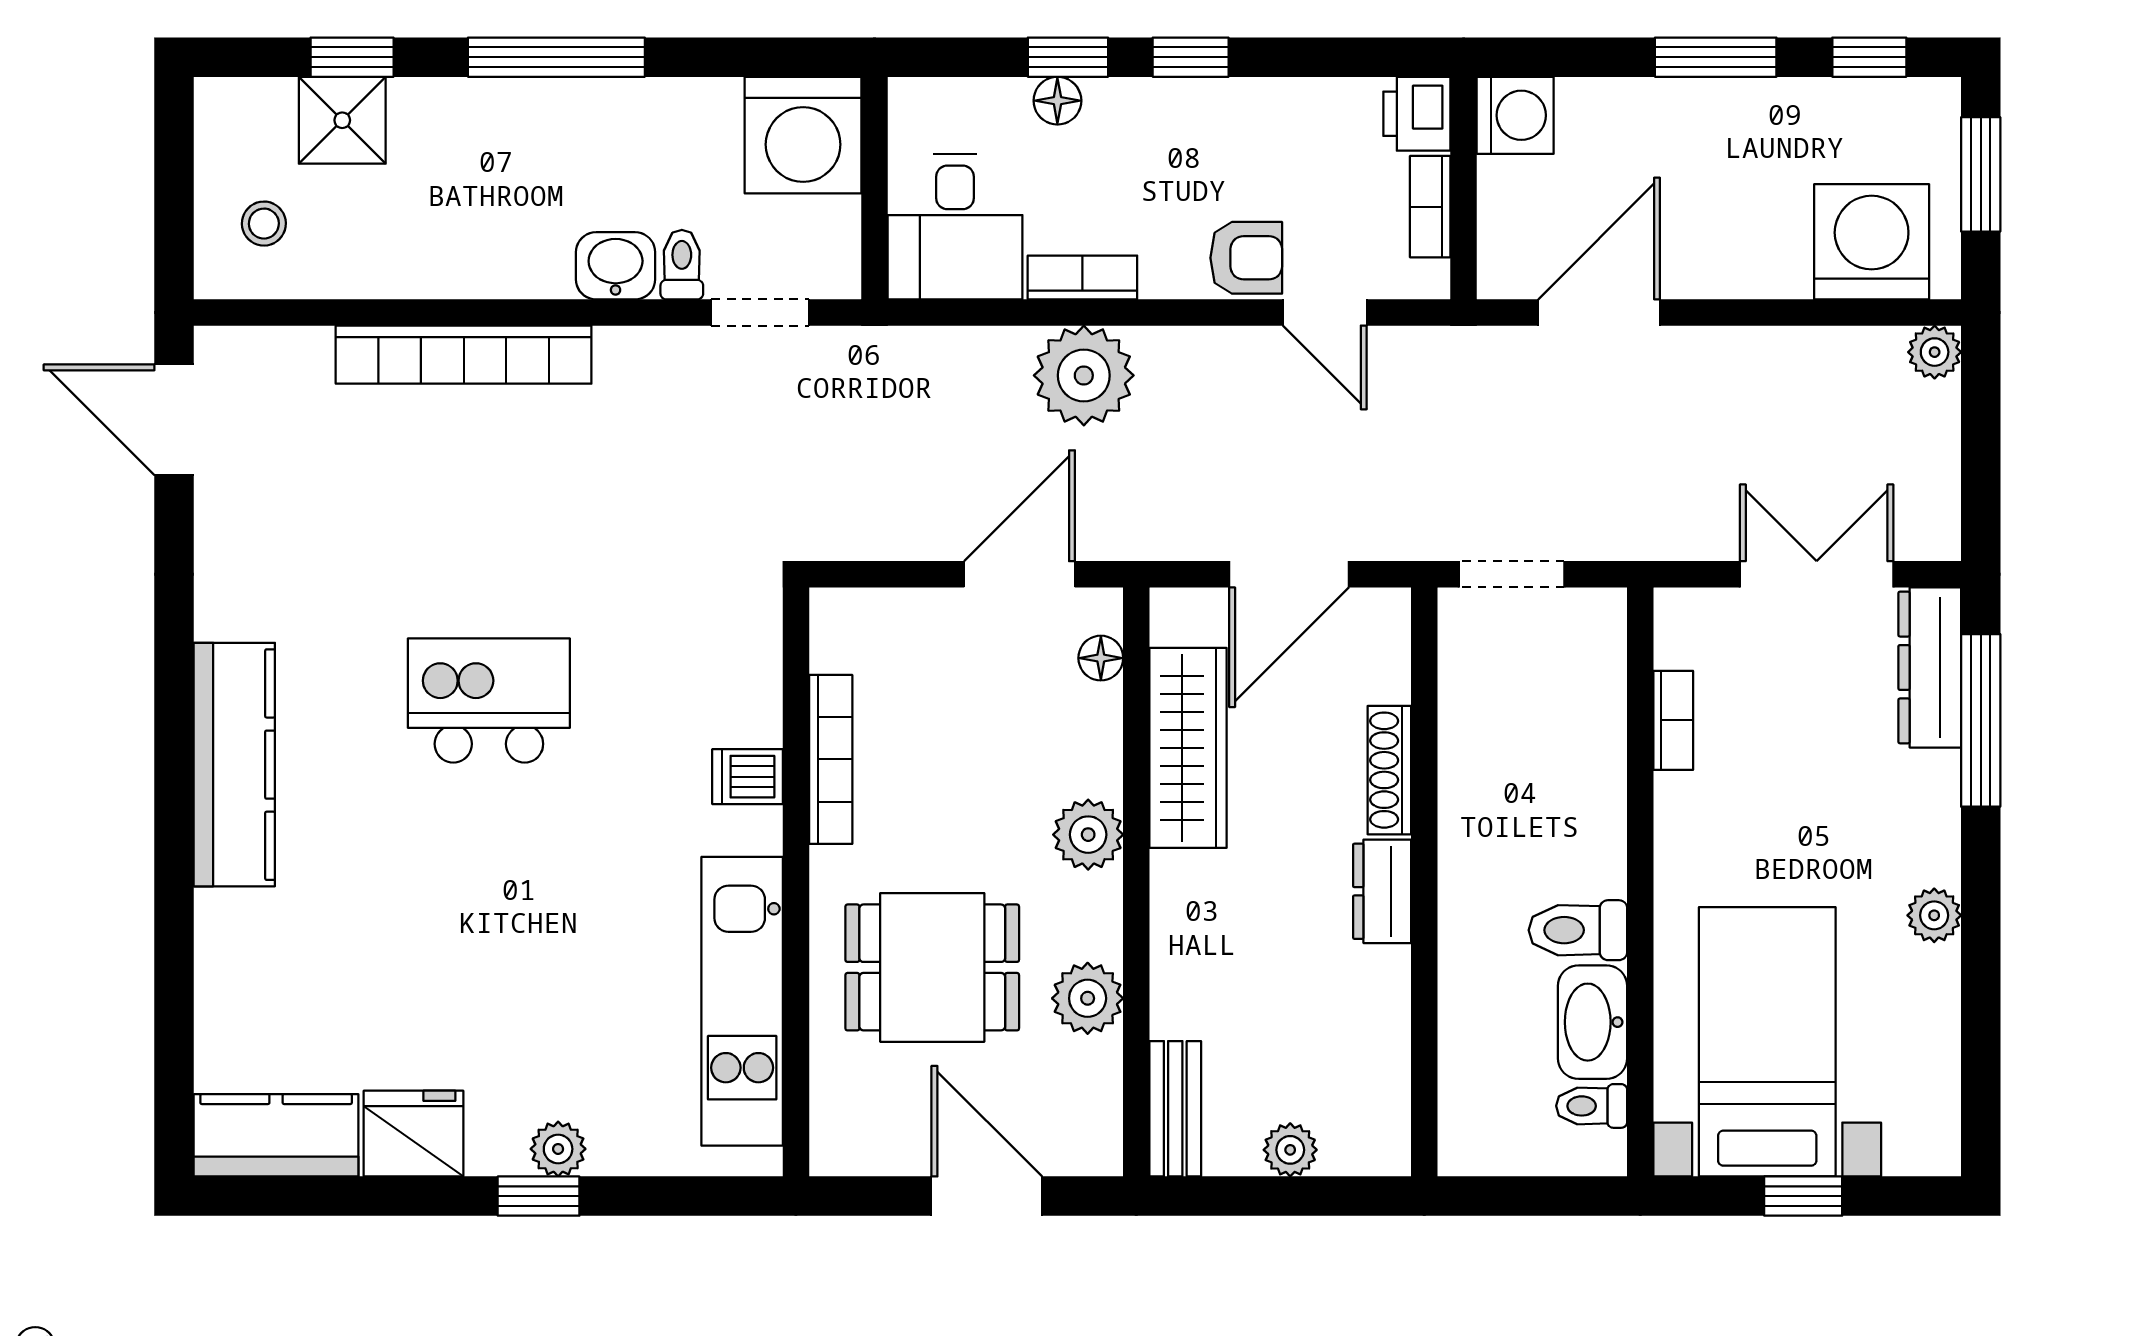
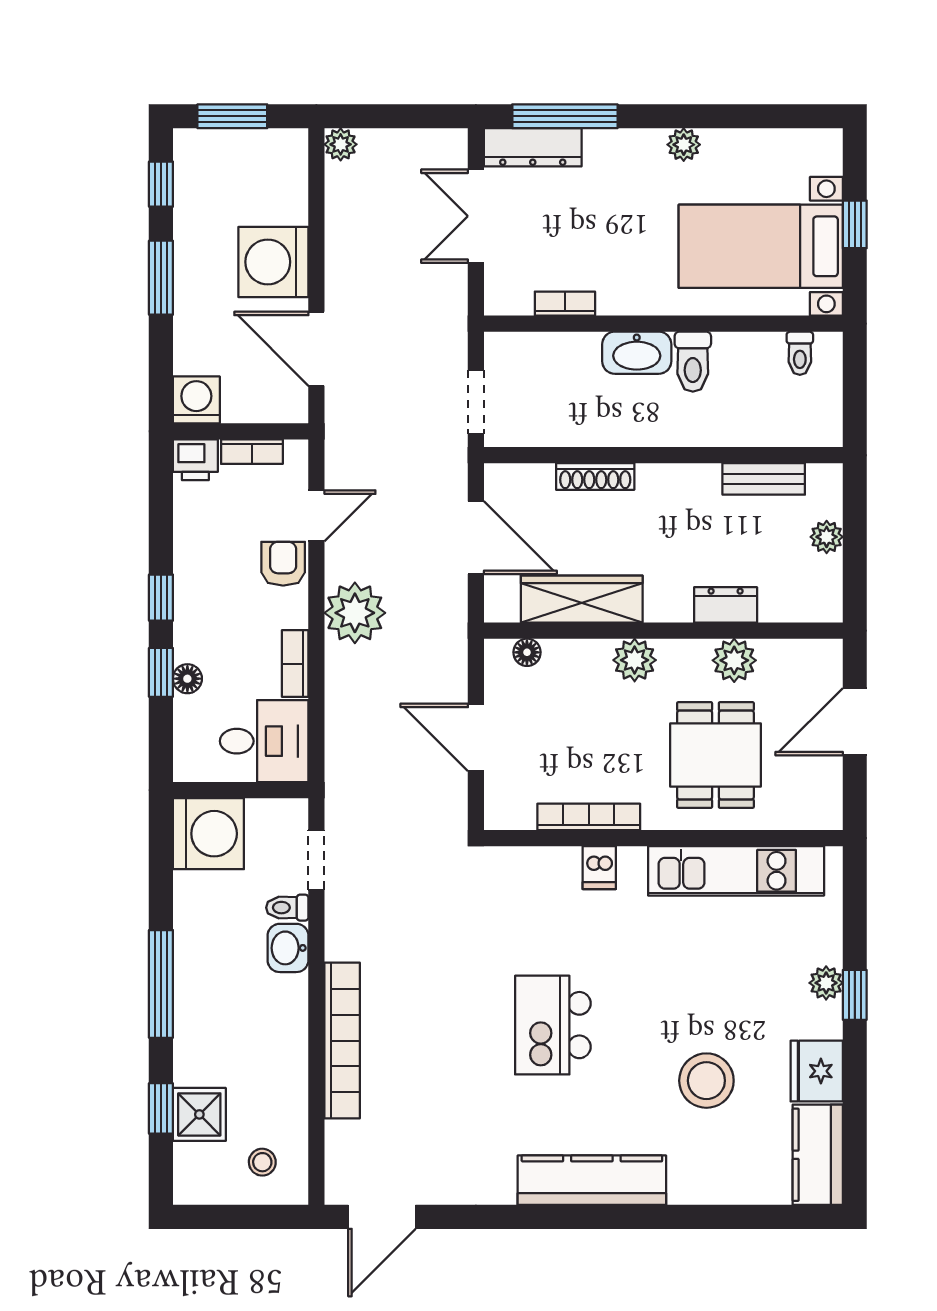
washing machine: (1872, 242) -> (273, 262), moved
plant: (1084, 375) -> (355, 613), moved
door: (1020, 574) -> (476, 737), moved
dresser: (1382, 891) -> (726, 605), moved, turned 180
stool: (398, 953) -> (706, 1081), added
washbasin: (1593, 1022) -> (637, 353), moved
bench: (1175, 1109) -> (764, 479), moved

